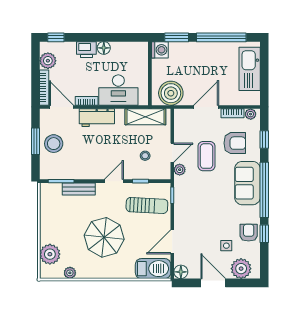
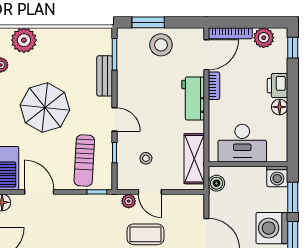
washing machine: (201, 54) -> (272, 228), added
desk: (118, 90) -> (242, 143), moved, turned -90
boiler: (171, 93) -> (217, 183), width x0.54, depth x0.54
window: (35, 141) -> (148, 22), moved

